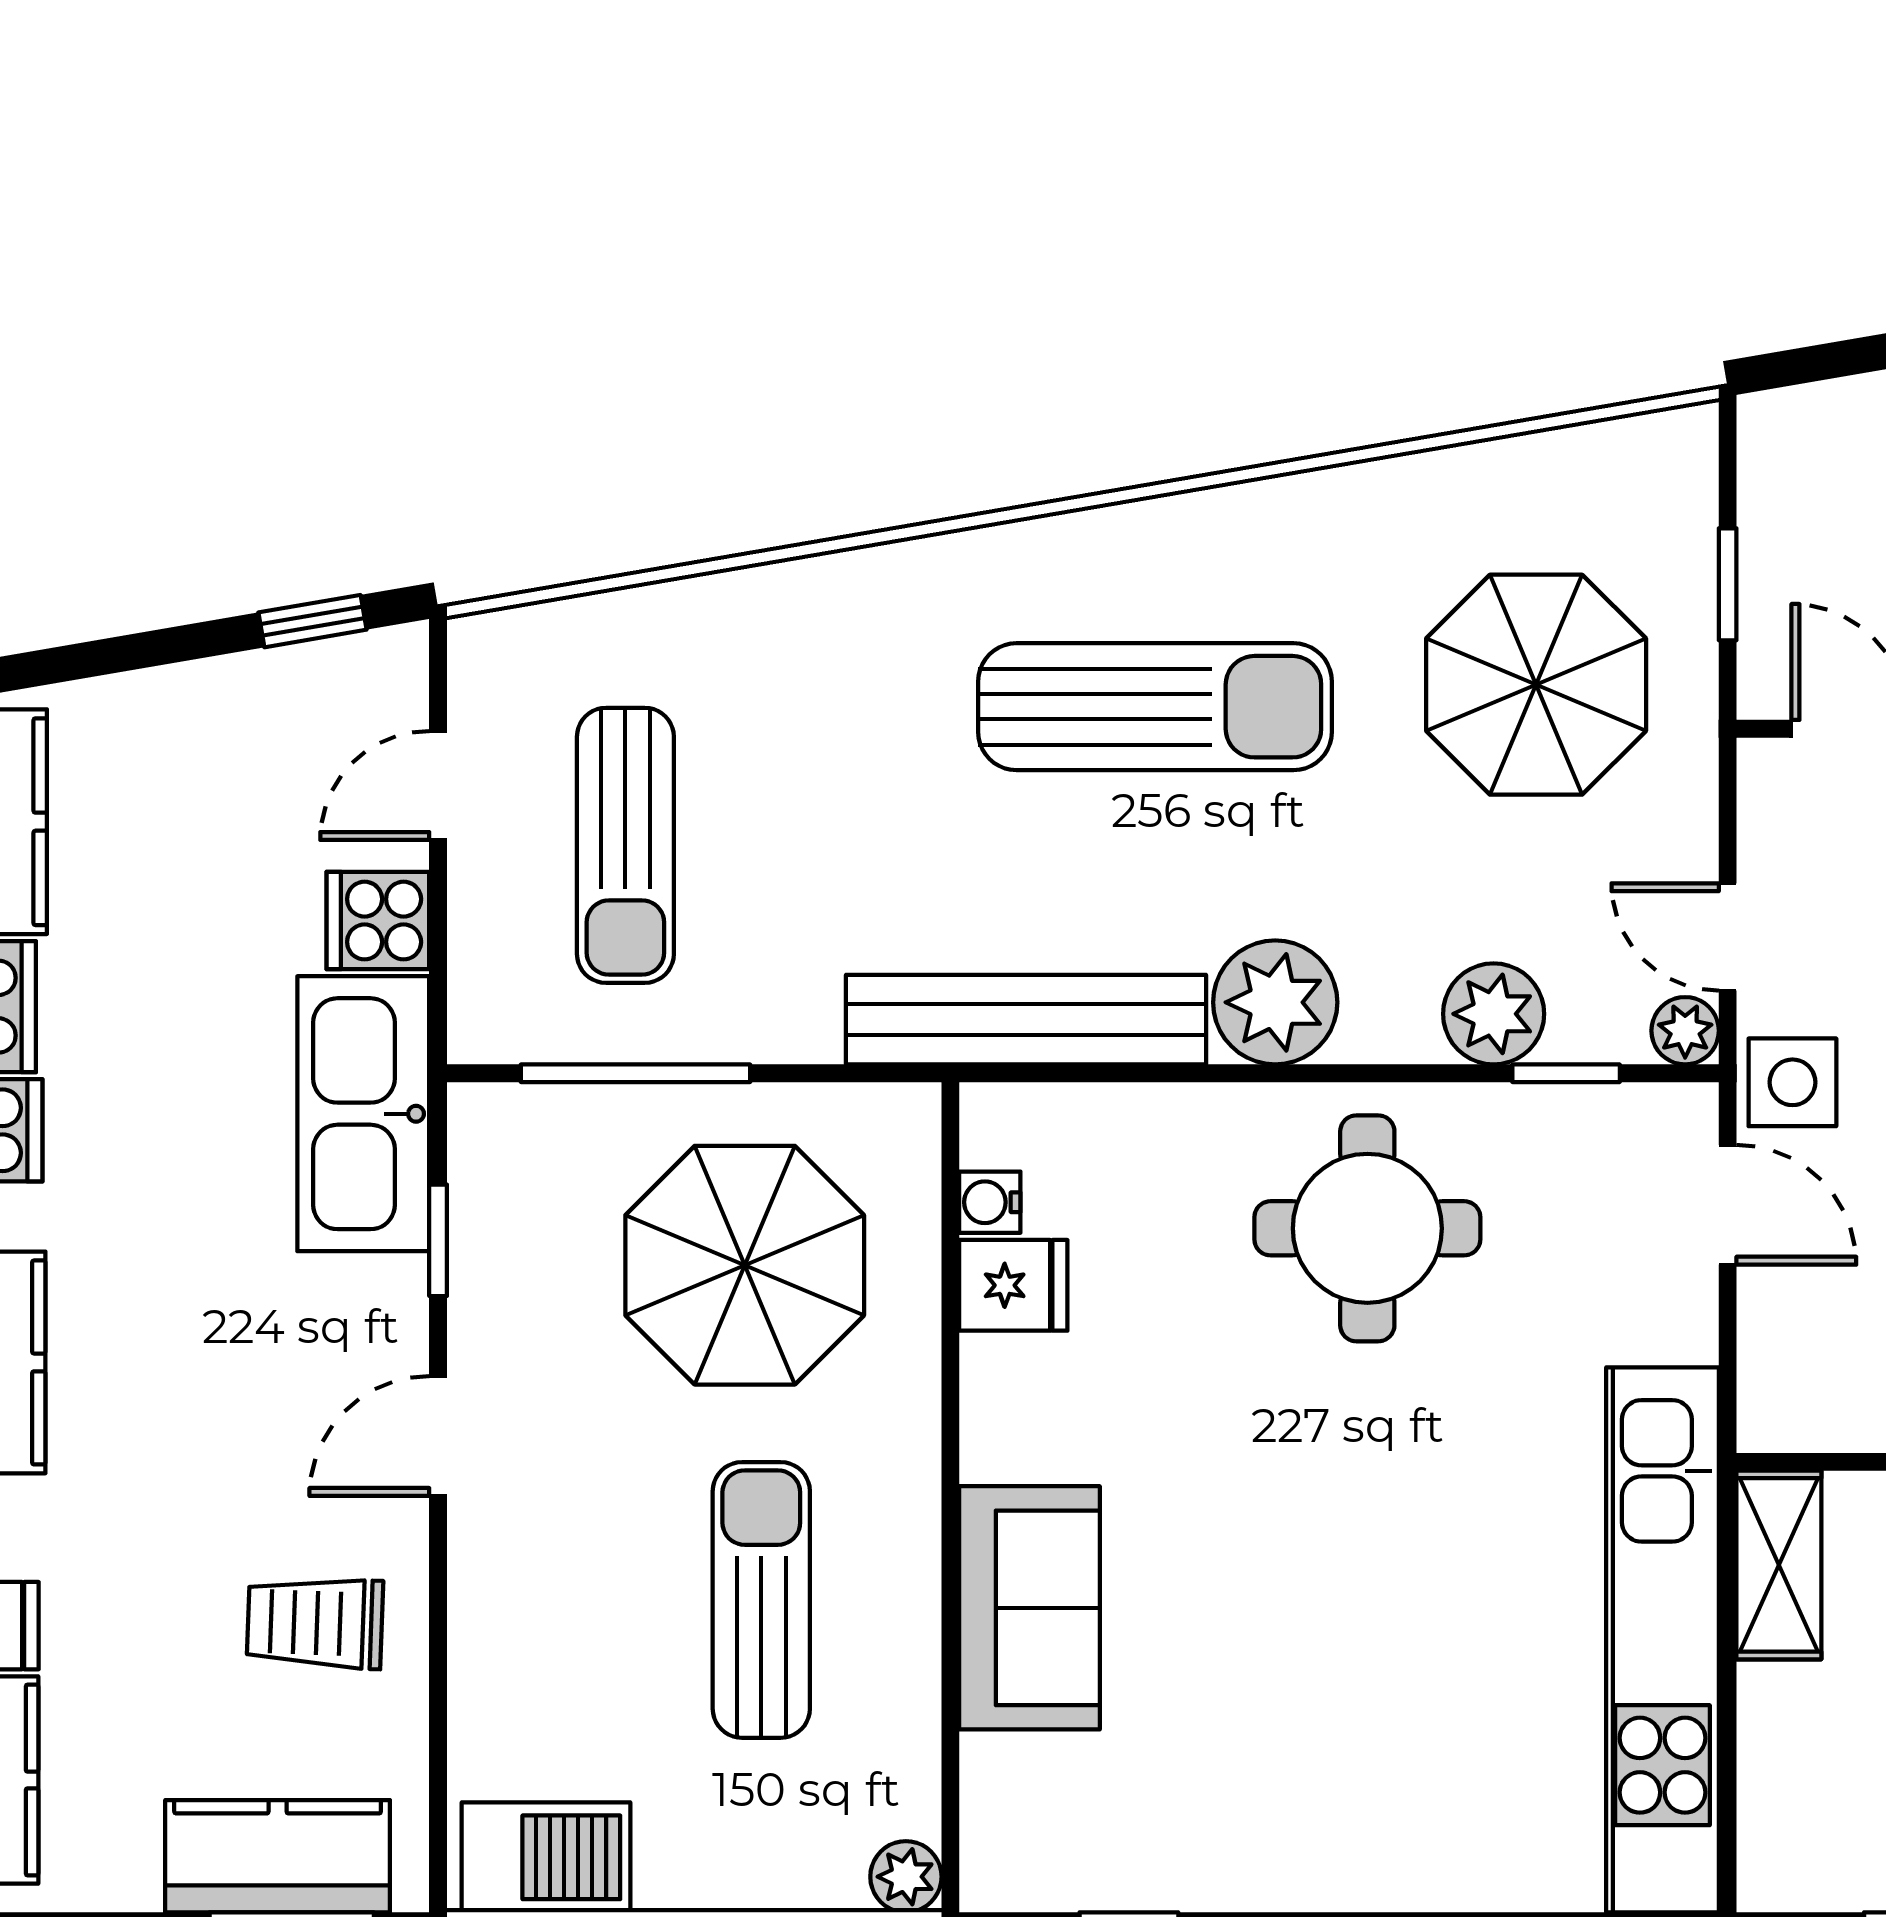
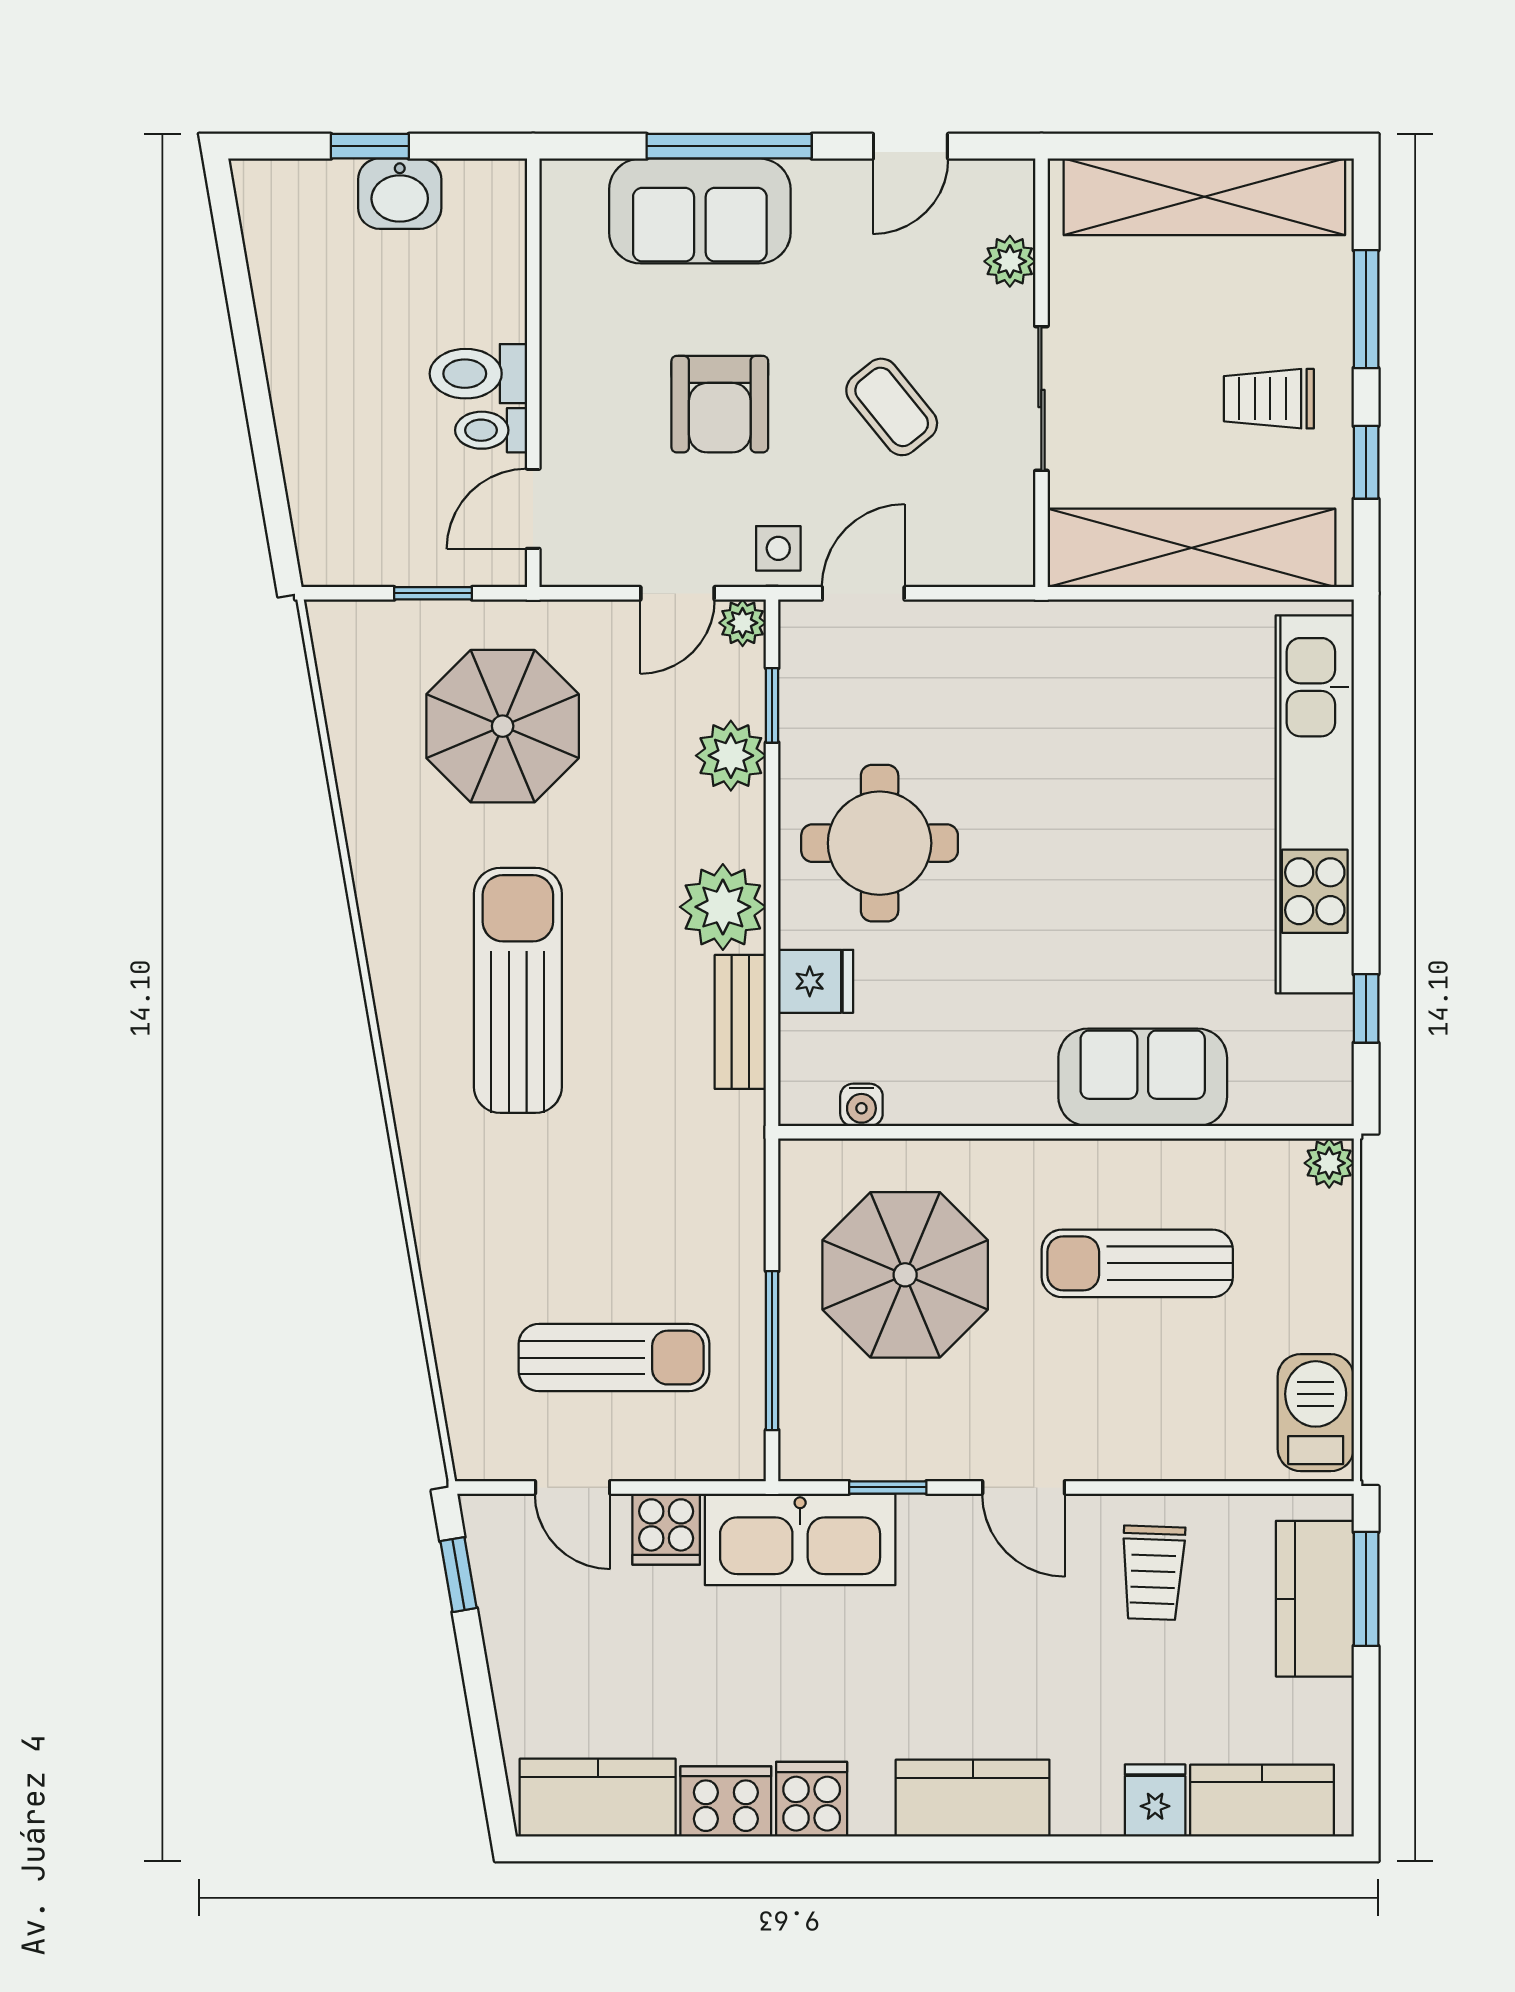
bench: (1026, 1020) -> (740, 1022), width x0.54, depth x0.82
side table: (1792, 1082) -> (778, 548), width x0.73, depth x0.73
fridge: (1013, 1285) -> (816, 981), moved, turned 90
shelving: (1779, 1565) -> (1191, 548), width x2.20, depth x1.33
kitchen unit: (1662, 1640) -> (1315, 804), moved, turned 90

